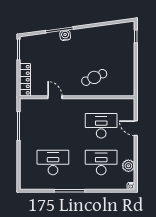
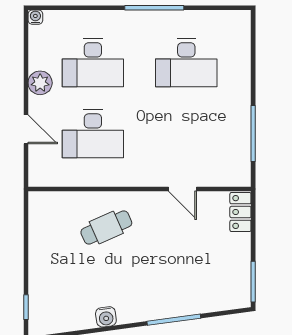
water cooler: (65, 35) -> (106, 317), moved
locker: (25, 80) -> (240, 212), width x0.66
plant: (128, 166) -> (40, 83), moved

